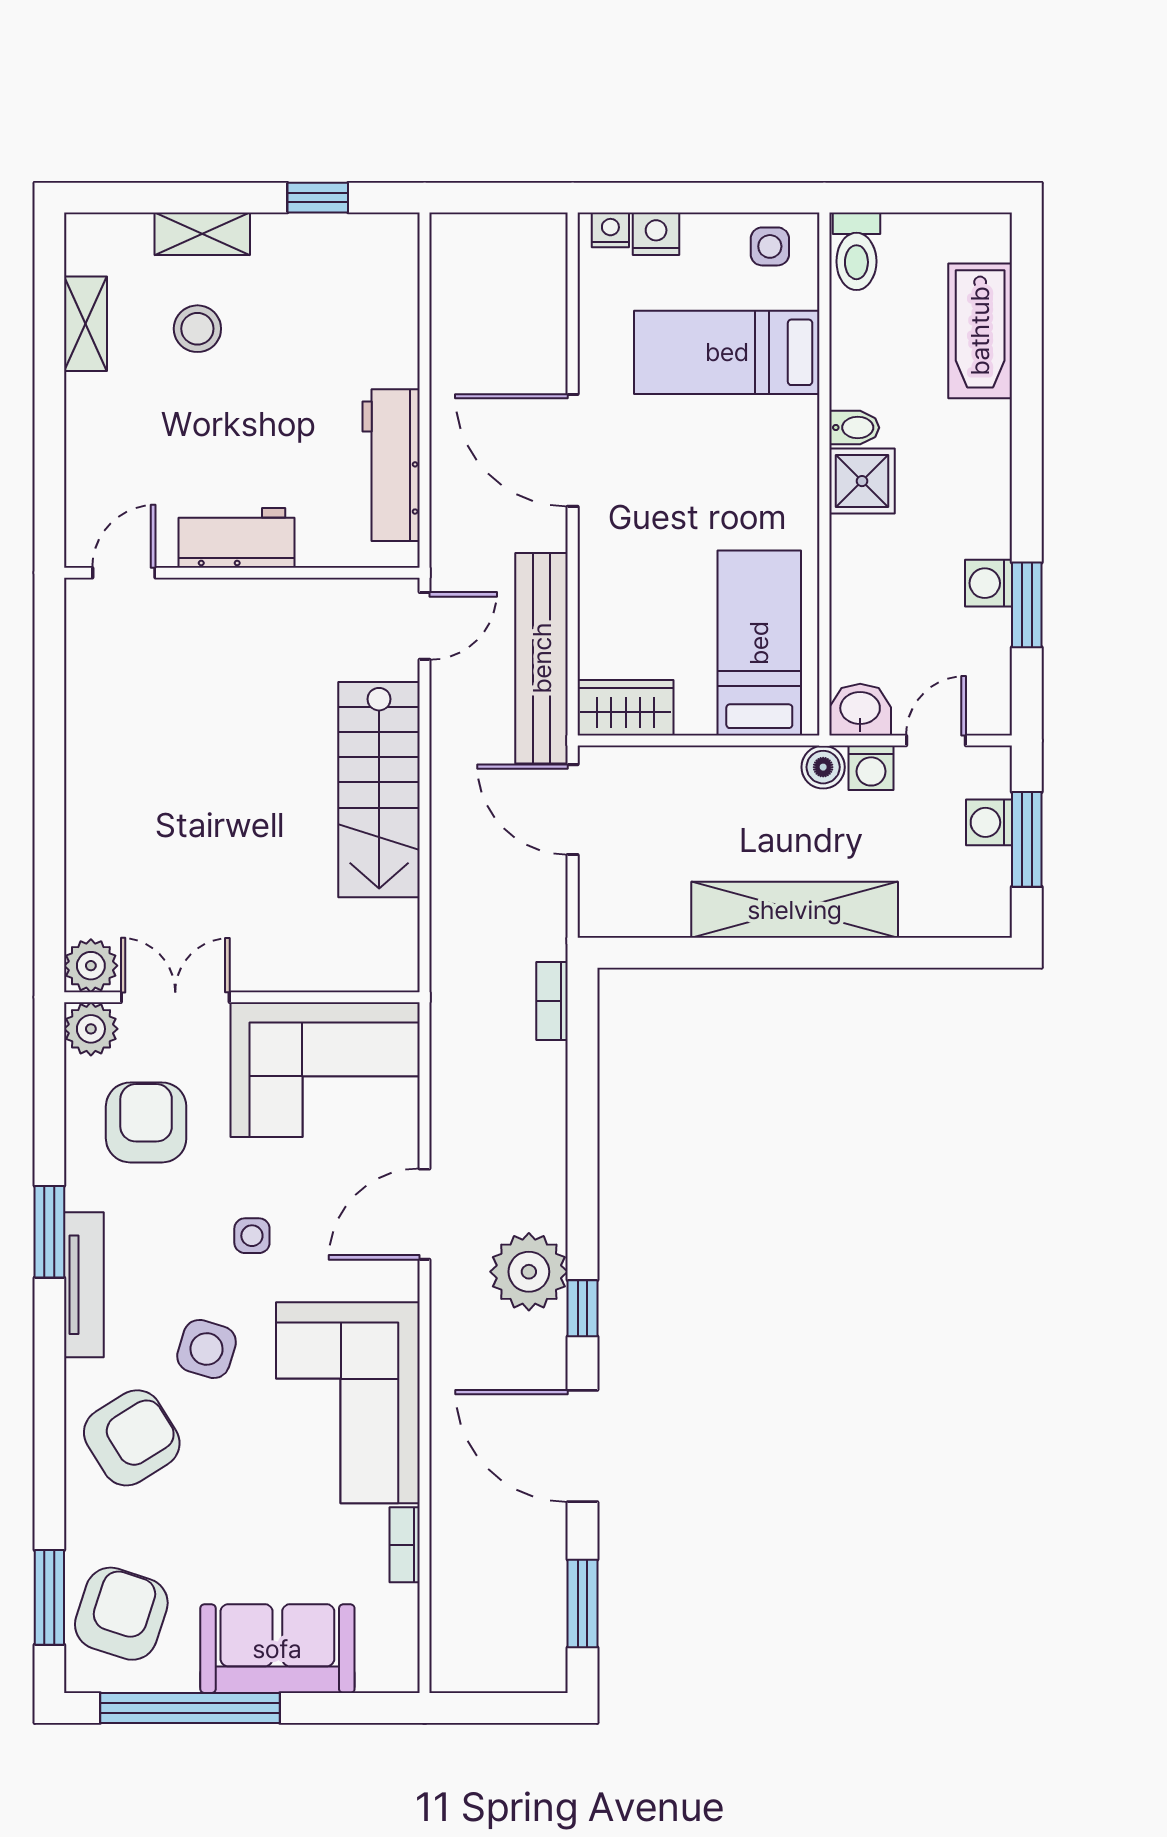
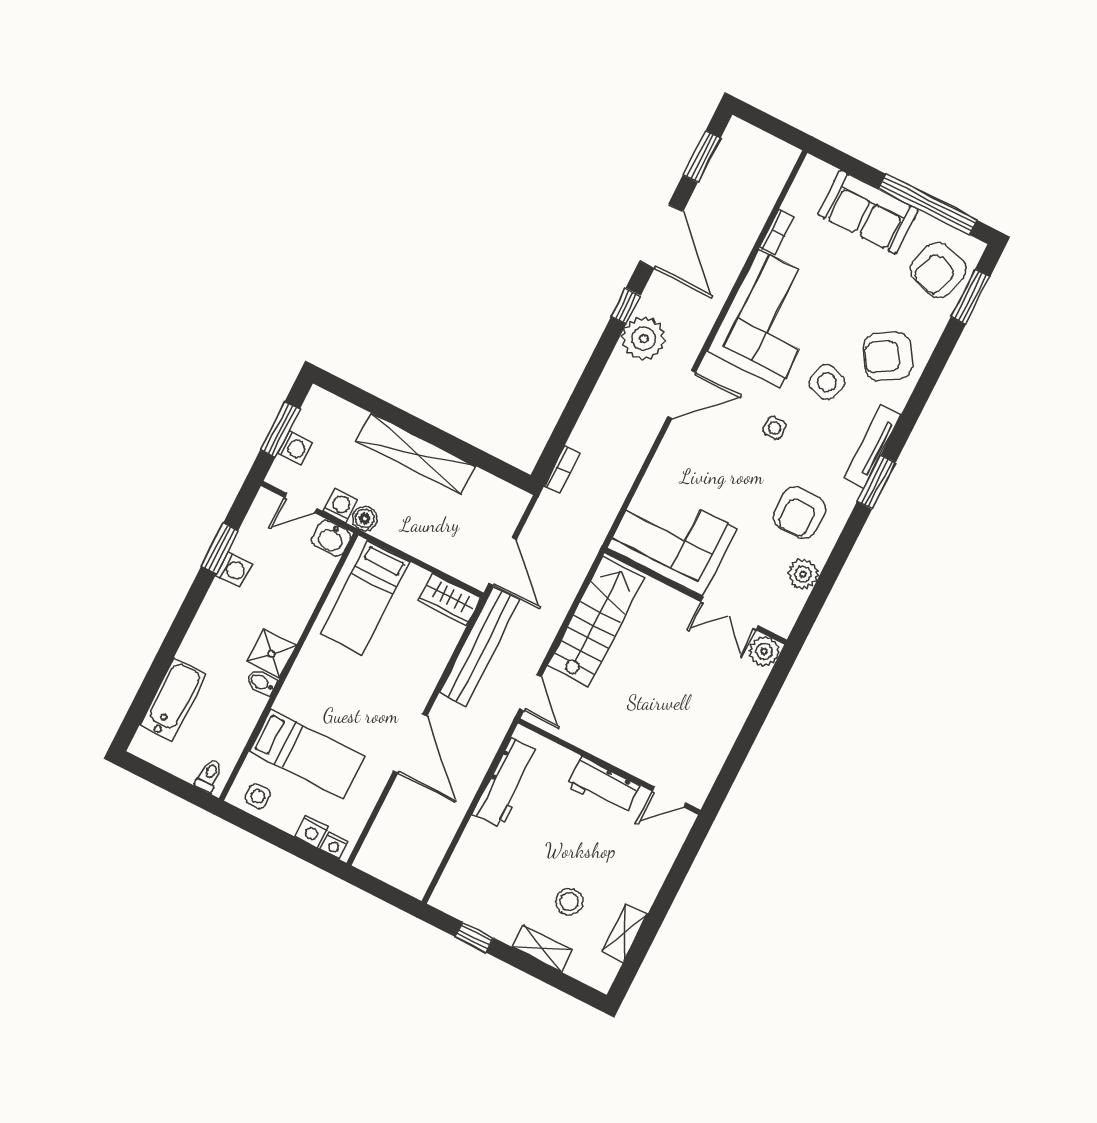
toilet: (856, 251) -> (209, 775), width x0.73, depth x0.72
door: (425, 626) -> (530, 693), swing flipped
plant: (91, 966) -> (764, 651), moved
double door: (175, 997) -> (729, 614), moved
wall: (242, 997) -> (696, 596), moved
corner sofa: (325, 1070) -> (672, 538), moved

